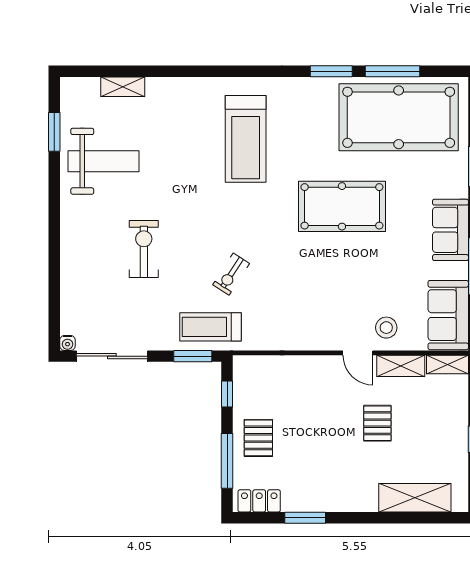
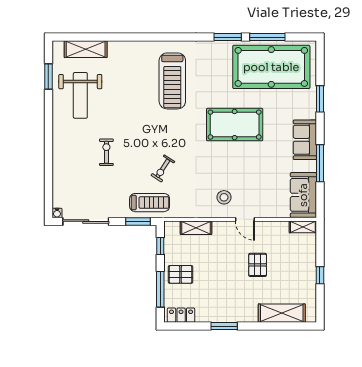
shelving: (123, 87) -> (86, 49), width x1.50, depth x1.33
weight bench: (104, 161) -> (80, 95), turned 90
exercise bike: (144, 249) -> (106, 152), width x0.73, depth x0.72
treadmill: (210, 327) -> (150, 203), turned 180
stool: (386, 328) -> (224, 197), moved
shelving: (401, 366) -> (196, 228), moved
pallet: (258, 438) -> (181, 274), turned 90
window: (305, 518) -> (224, 326), moved

